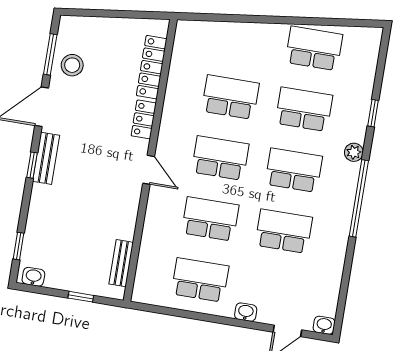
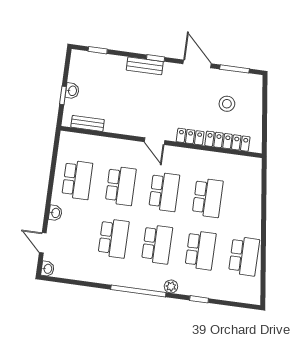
stool: (72, 65) -> (227, 104), moved
bench: (46, 158) -> (145, 66), moved
door: (149, 170) -> (154, 141), hinge flipped
washbasin: (33, 277) -> (72, 91), moved

